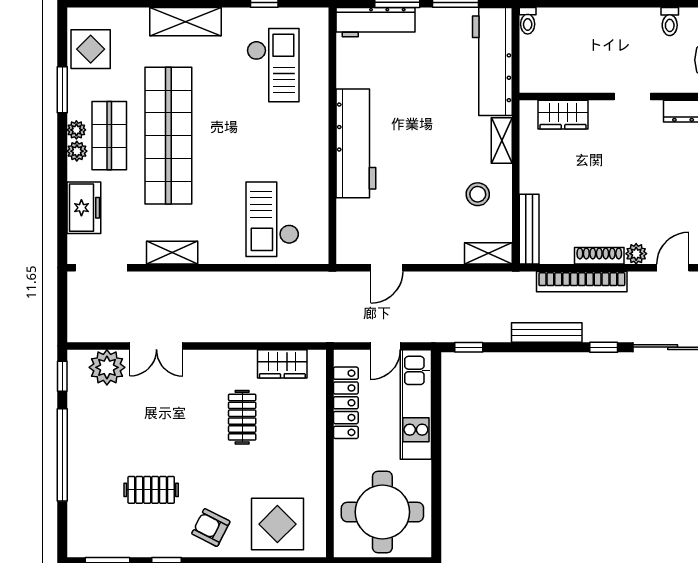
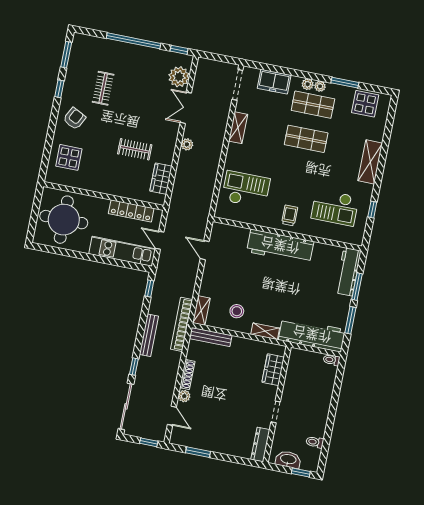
shop shelf: (168, 136) -> (306, 139), width x0.50, depth x0.74
trolley: (301, 138) -> (290, 215), added
bookcase: (582, 282) -> (182, 324), moved
plant: (217, 332) -> (187, 144), added
display table: (277, 524) -> (69, 157), width x0.73, depth x0.73

